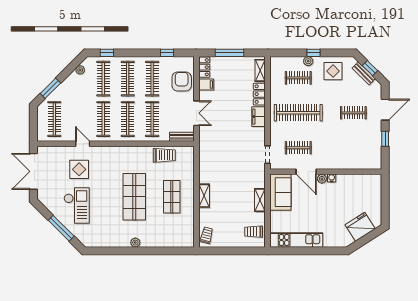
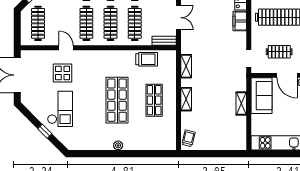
shelving: (204, 162) -> (186, 66), added
window: (61, 228) -> (45, 131), width x0.46
trolley: (254, 232) -> (235, 135), removed

